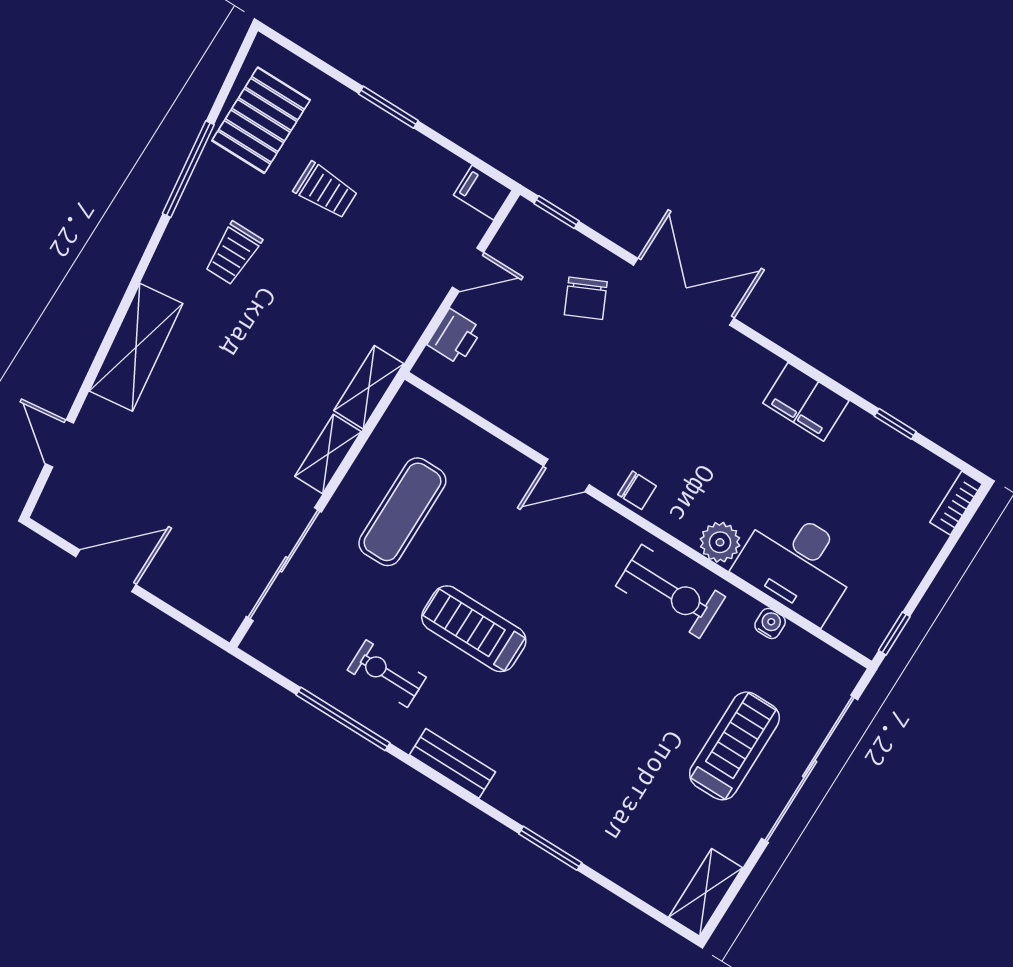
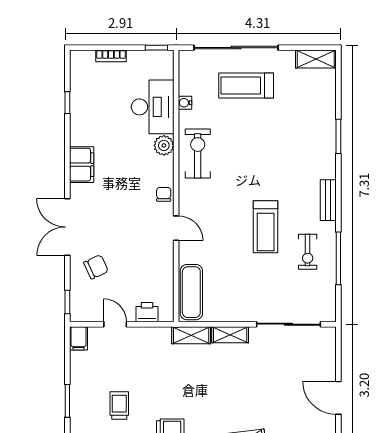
filing cabinet: (806, 402) -> (82, 165), moved
bookcase: (956, 503) -> (111, 56), moved
exercise mat: (402, 512) -> (191, 292), moved, turned 90

